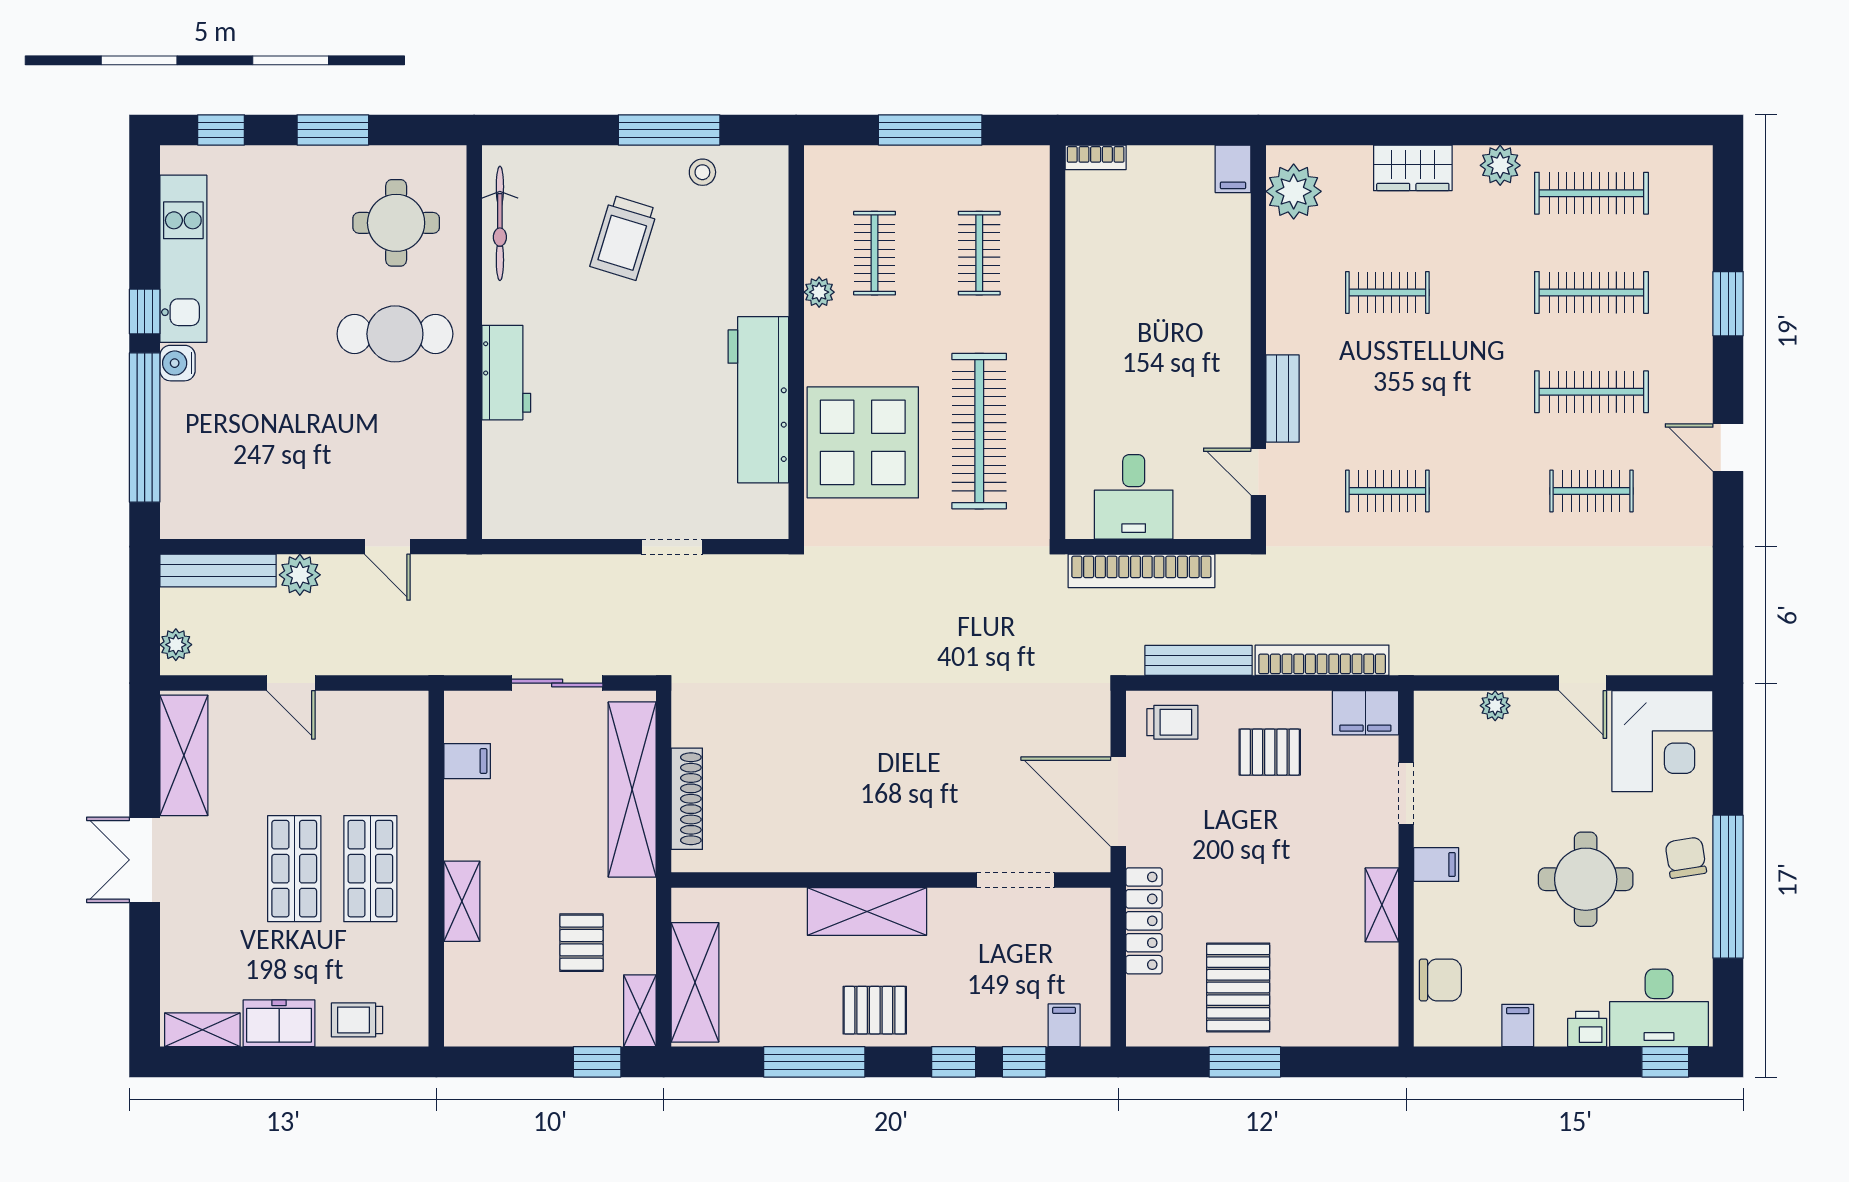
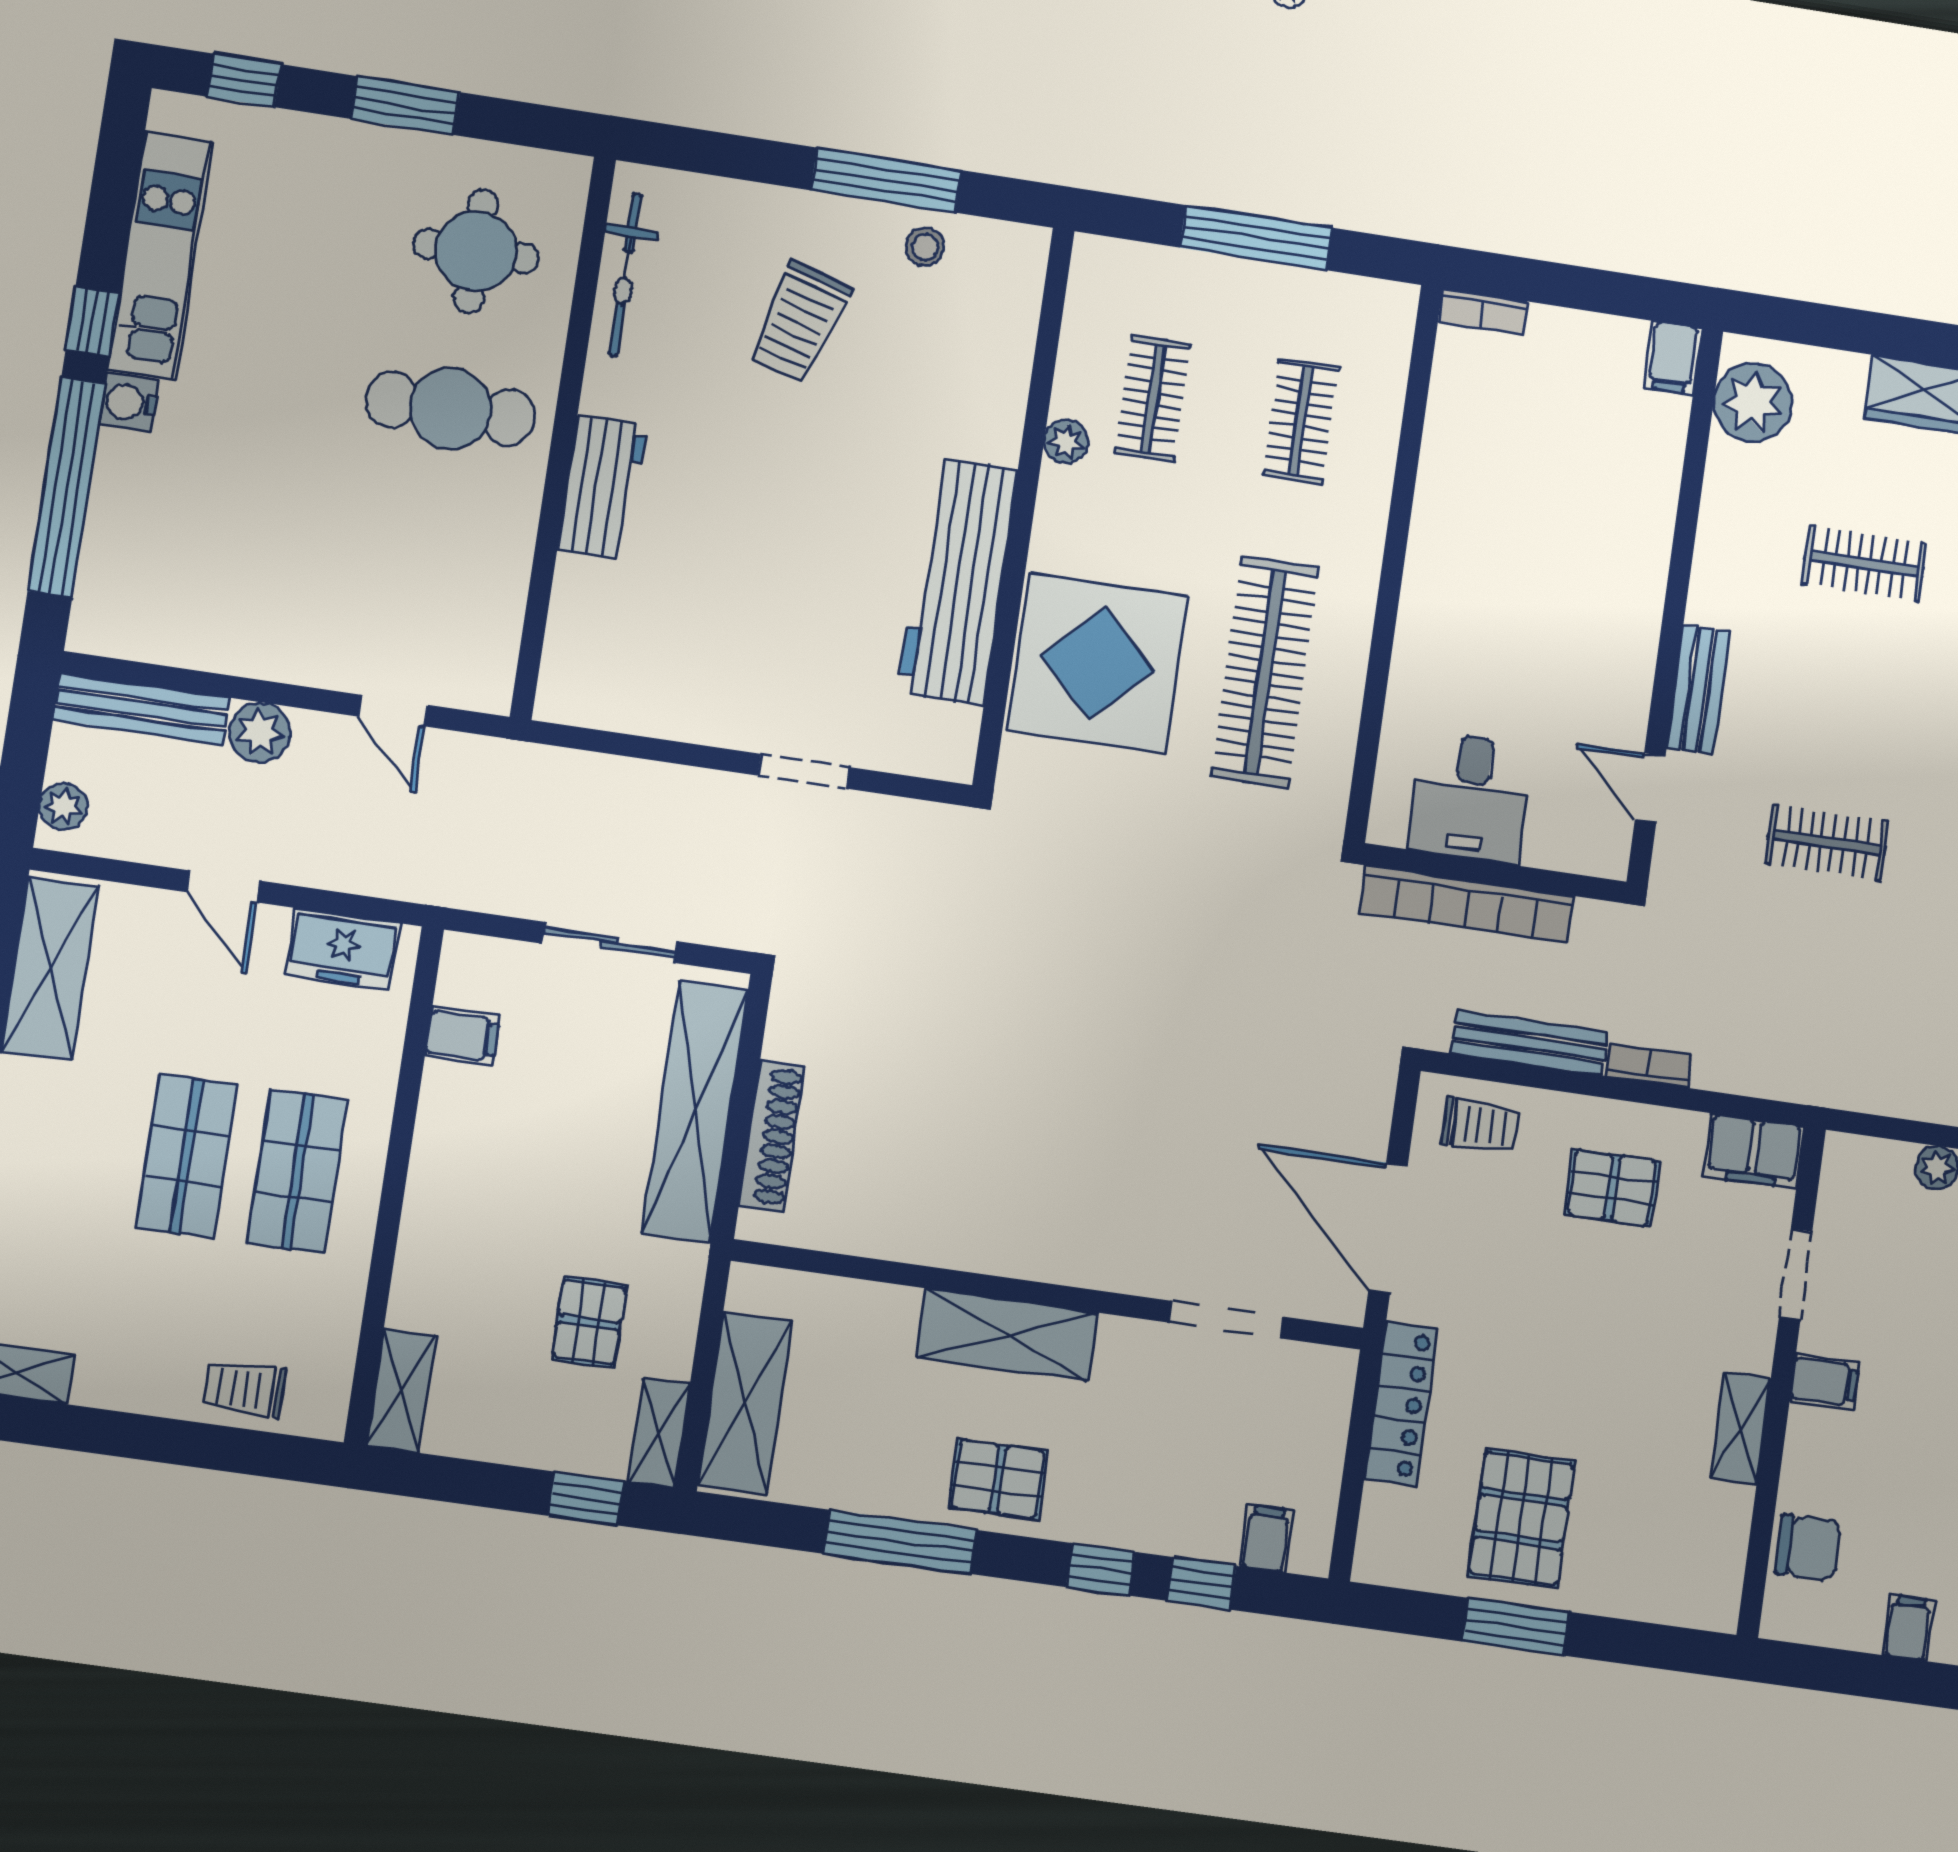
bookcase: (1322, 660) -> (1649, 1065), width x0.43, depth x0.76
shelving: (462, 901) -> (401, 1391), moved
freezer: (279, 1023) -> (343, 949), moved, turned 180

